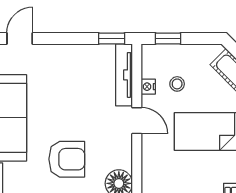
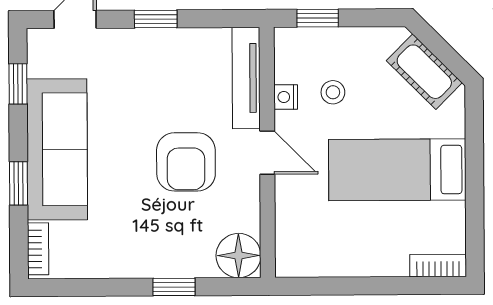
window: (112, 39) -> (156, 19), moved
armchair: (67, 159) -> (186, 162), moved, turned 90

